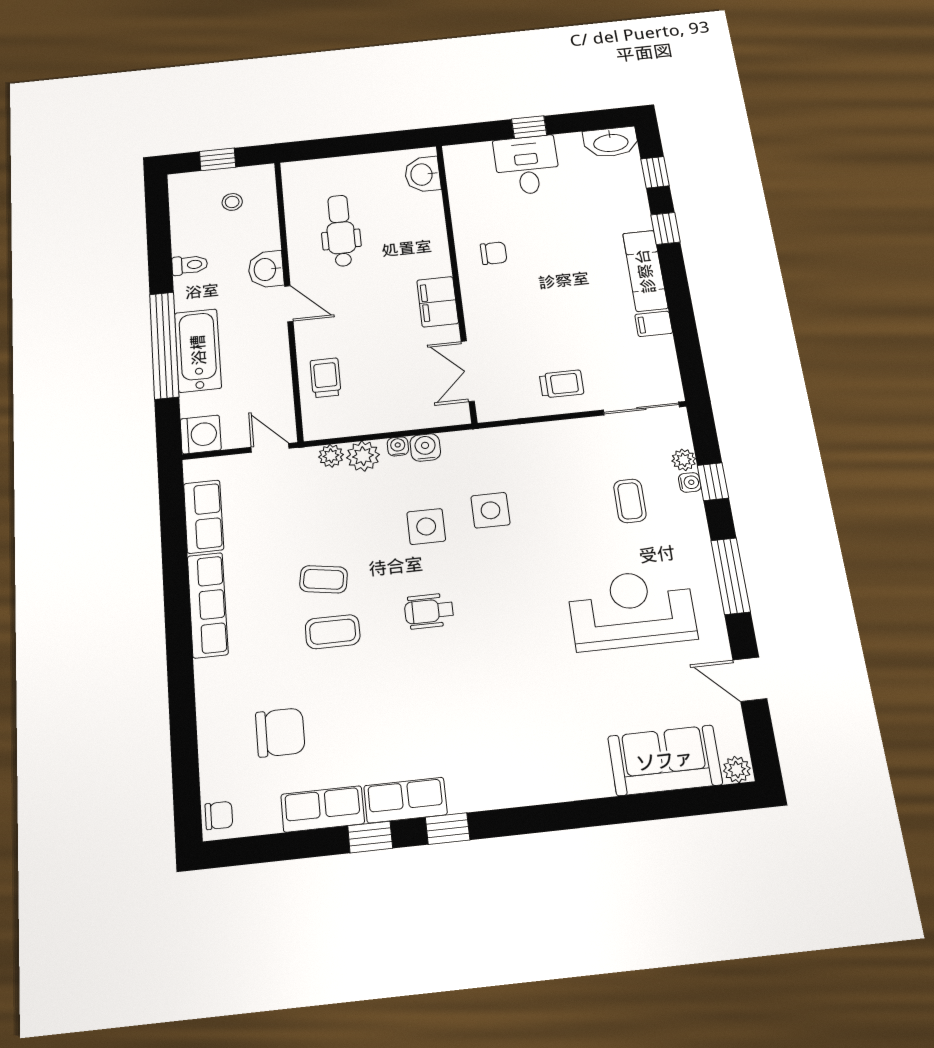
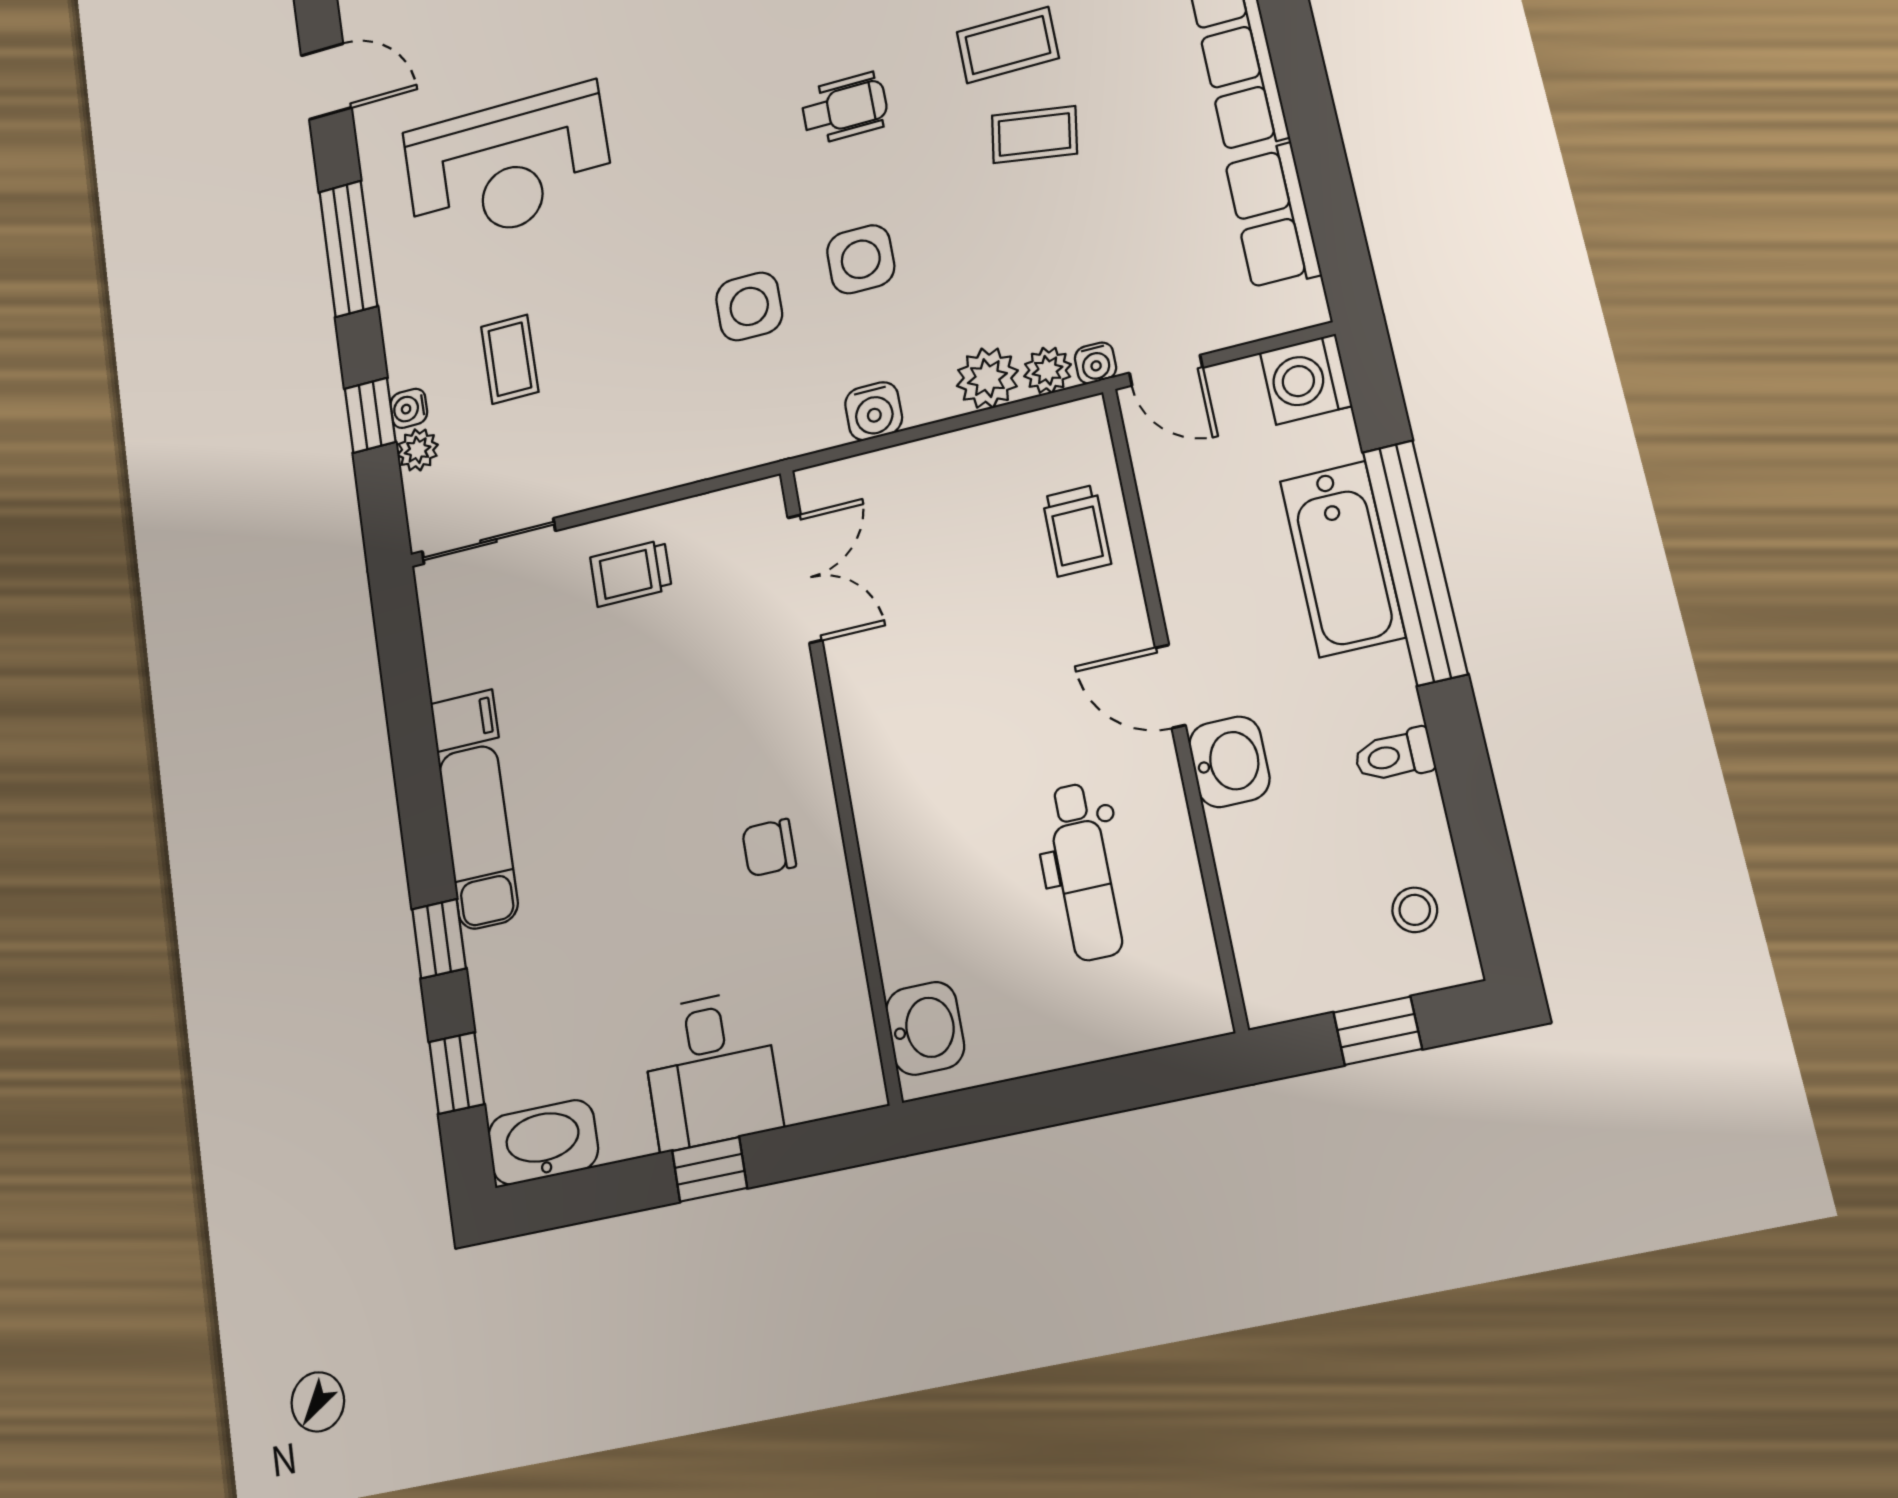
stool: (232, 202) -> (1415, 910), moved
filing cabinet: (438, 302) -> (872, 724), removed
water cooler: (398, 446) -> (1096, 363), moved

